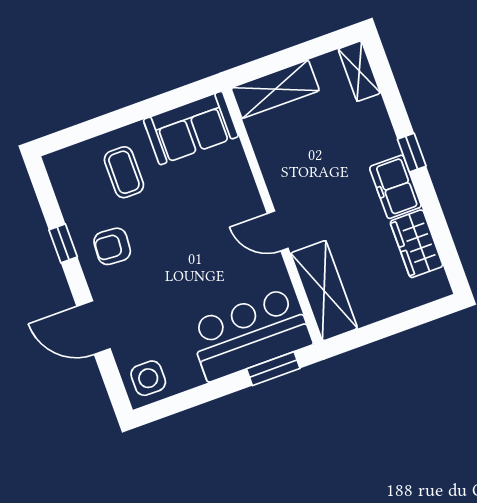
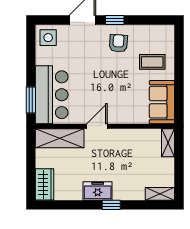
shelving: (275, 89) -> (168, 143), width x0.67, depth x0.75
window: (63, 243) -> (115, 20), moved
wardrobe: (417, 244) -> (45, 184), moved, turned 90

